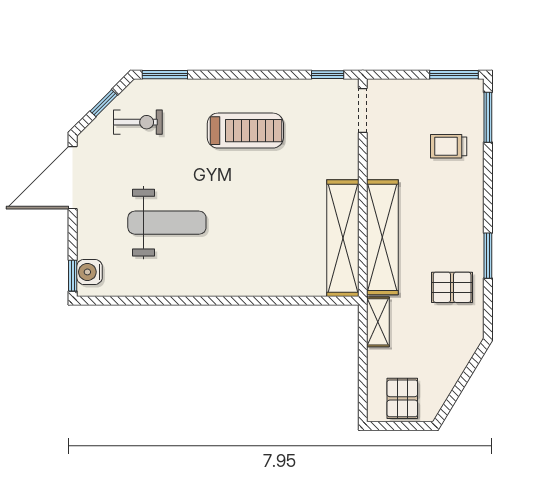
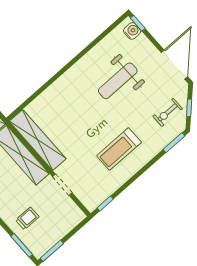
doorway: (363, 110) -> (62, 185), moved

